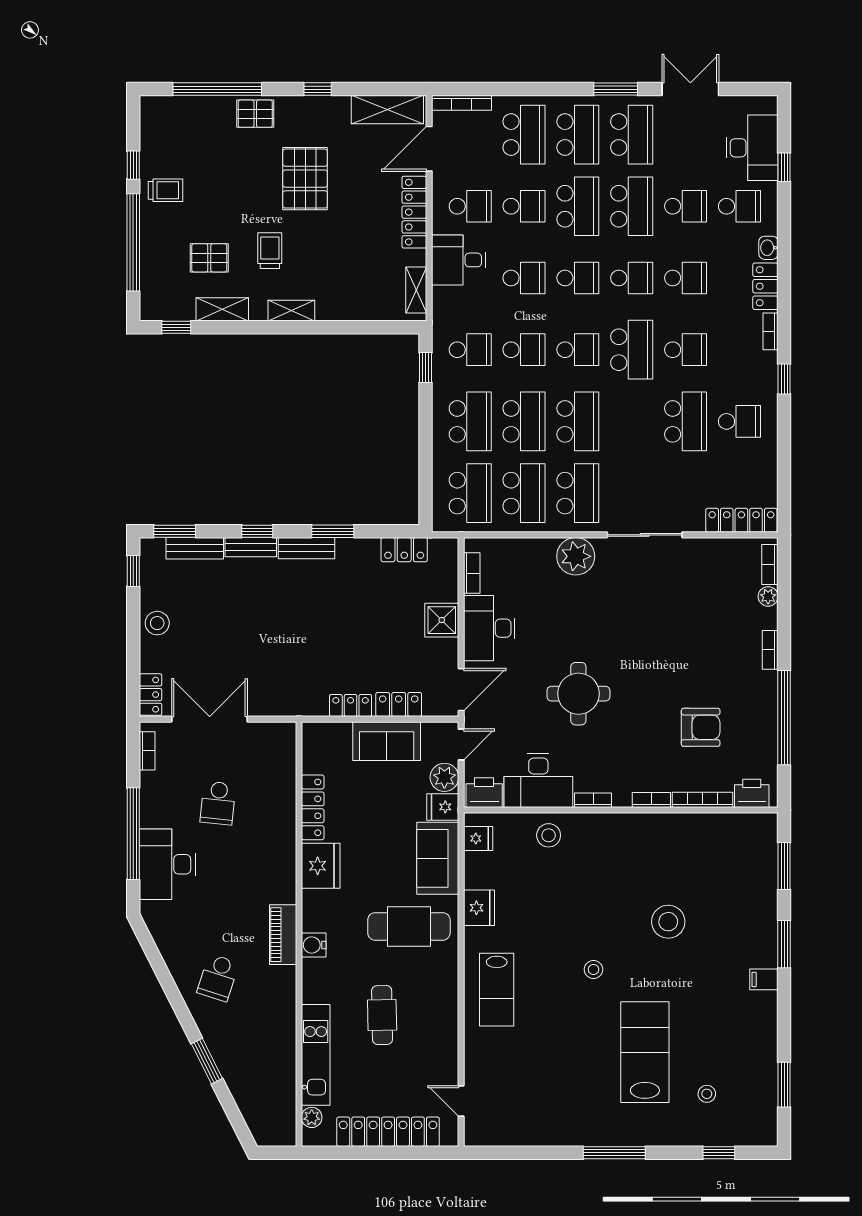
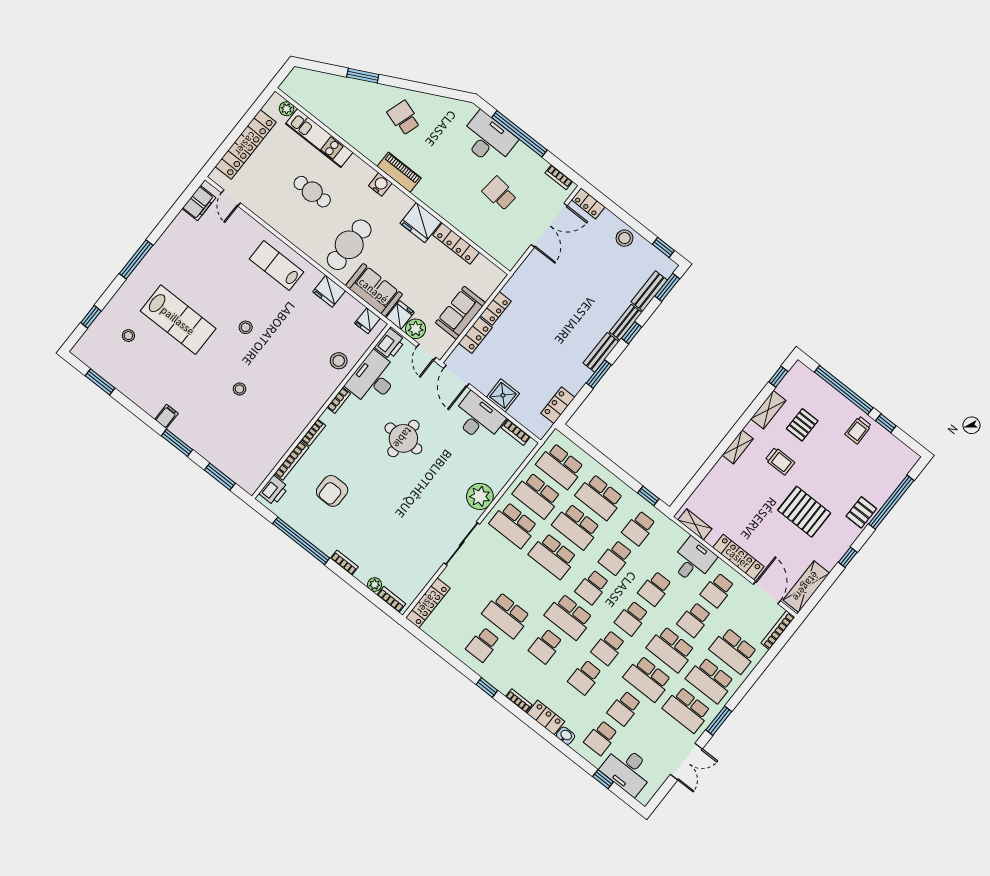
stool: (668, 922) -> (239, 389), width x0.53, depth x0.53
door: (461, 1101) -> (231, 198), swing flipped
filing cabinet: (496, 1132) -> (199, 203), added

